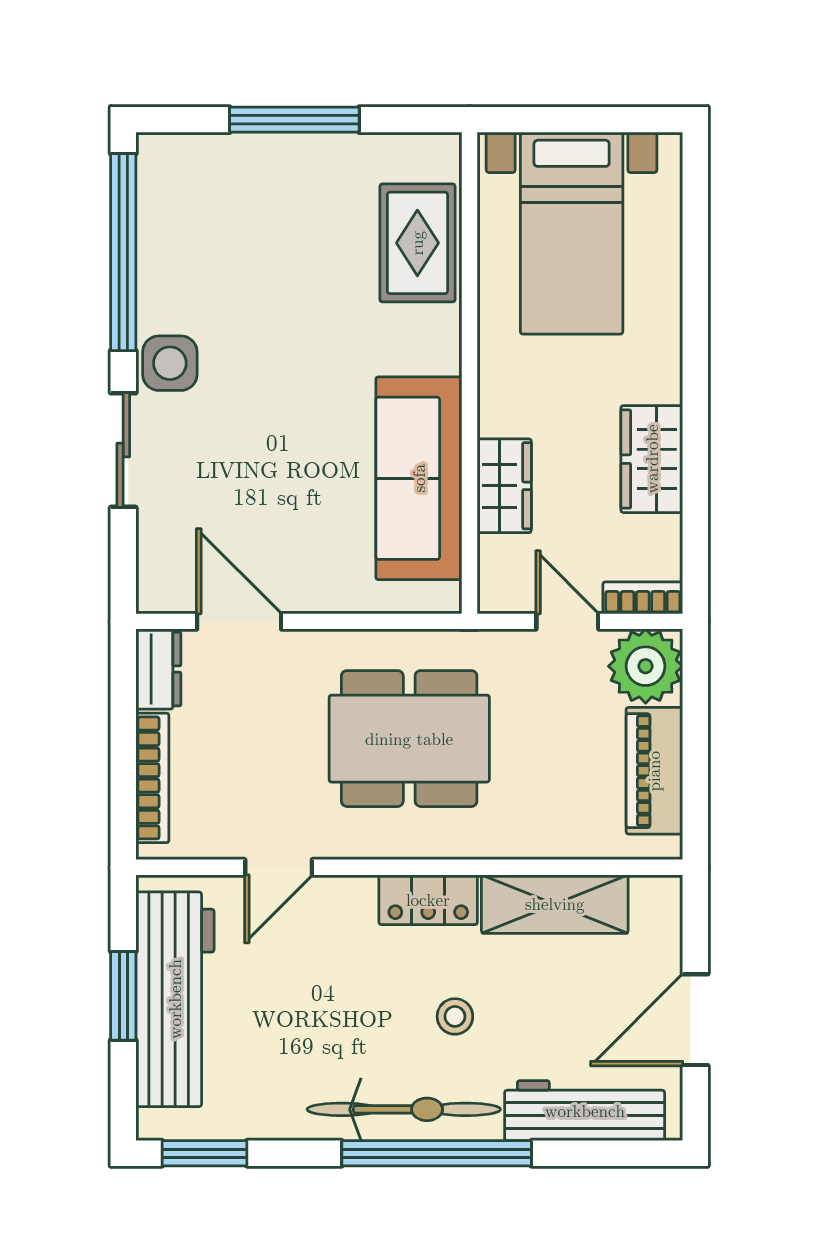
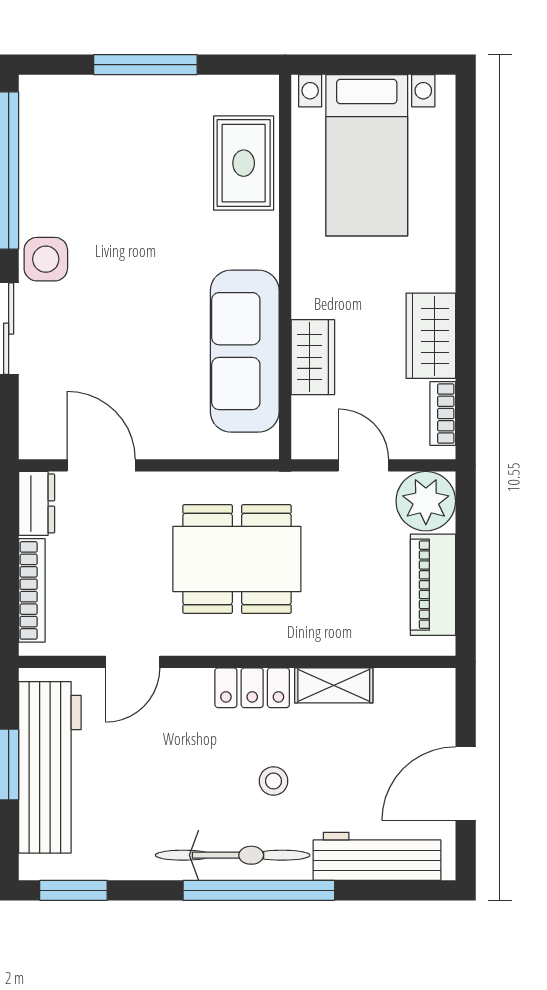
bookcase: (643, 598) -> (443, 414), moved, turned -90
shelving: (555, 904) -> (334, 685), width x0.67, depth x0.75

